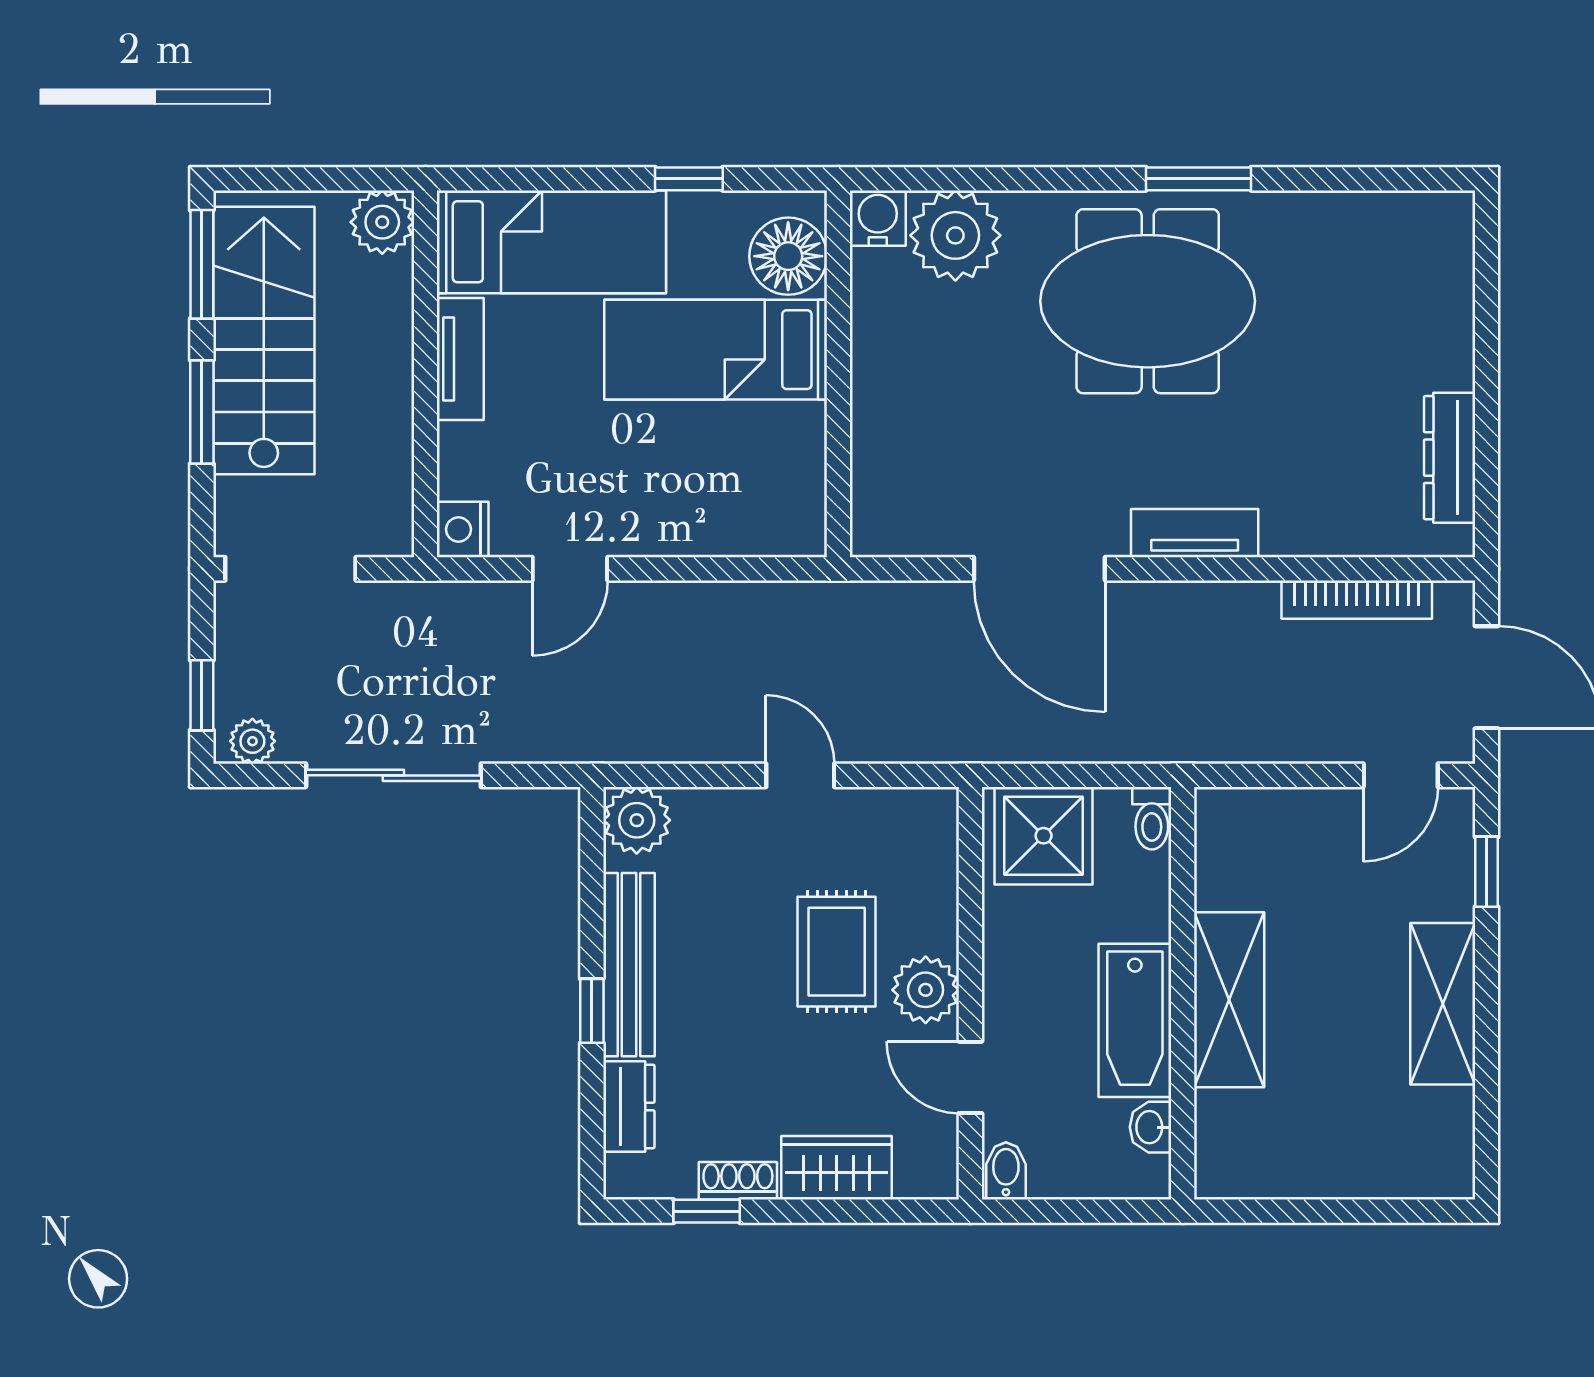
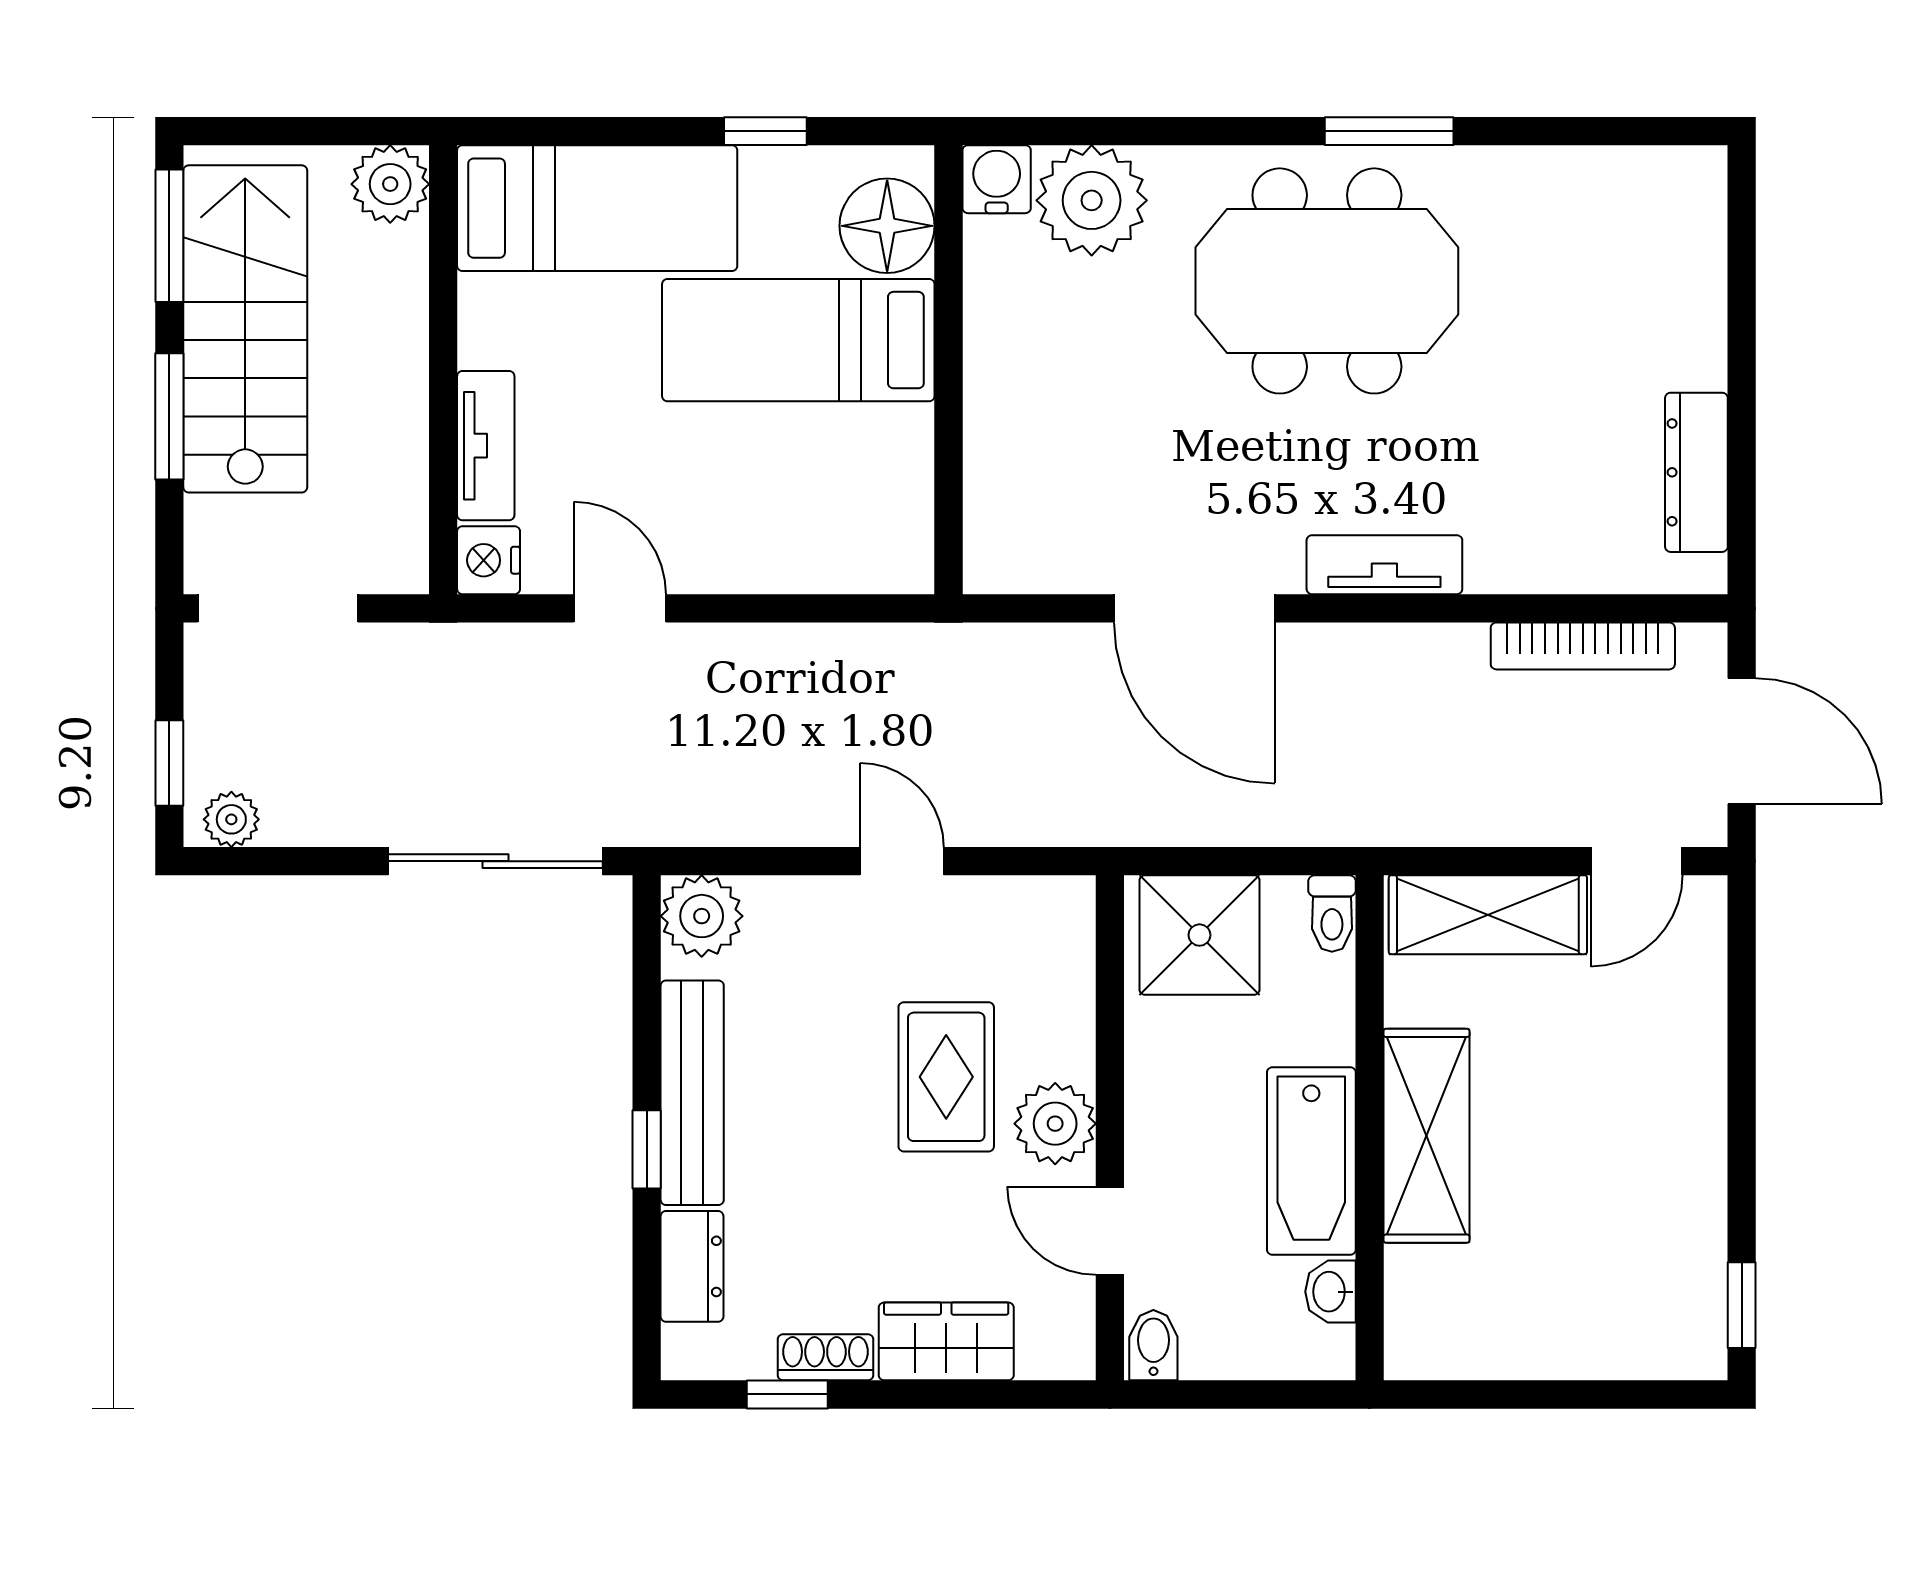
tv unit: (460, 359) -> (486, 446), moved
door: (570, 569) -> (620, 608), swing flipped
sliding door: (393, 775) -> (495, 861), moved
window: (1487, 872) -> (1742, 1305), moved
shelving: (1443, 1004) -> (1488, 915), moved, turned 90

